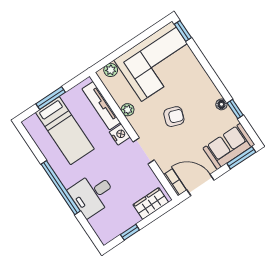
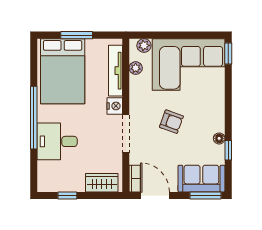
plant: (128, 110) -> (136, 68), moved
bed: (65, 131) -> (63, 71), width x1.50
doorway: (144, 151) -> (126, 134), width x1.38

